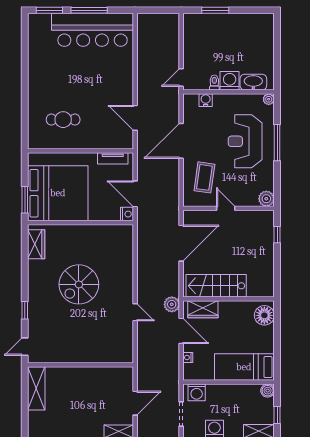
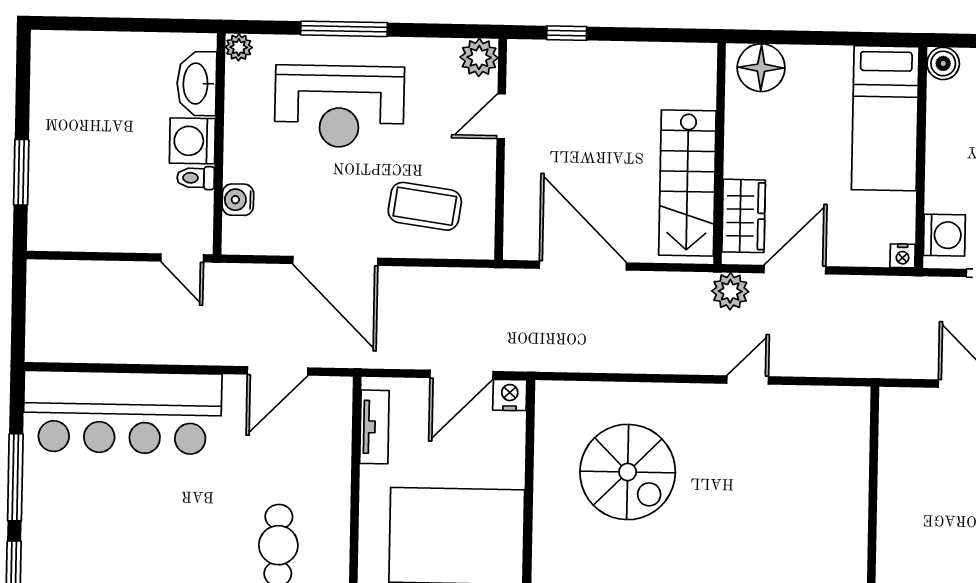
bar counter: (93, 30) -> (122, 412), moved, turned 90
door: (226, 208) -> (501, 116), moved
spiral stairs: (79, 284) -> (628, 472), moved
nightstand: (188, 357) -> (903, 256), moved

